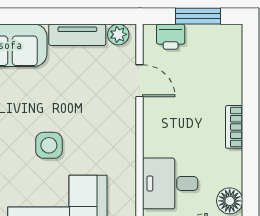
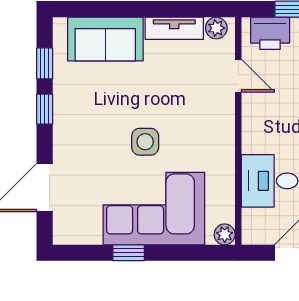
printer: (171, 37) -> (270, 33), width x1.36, depth x1.24

